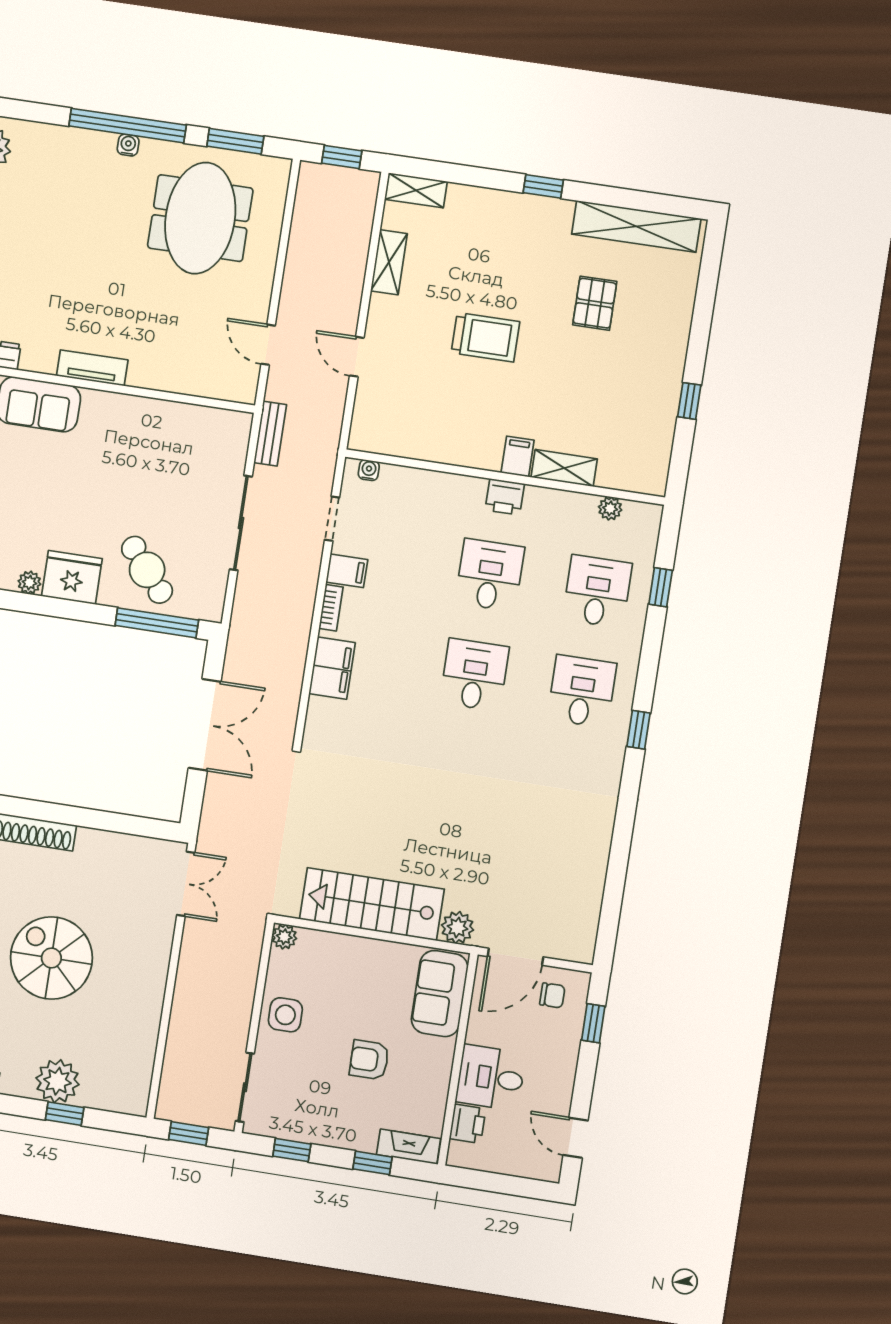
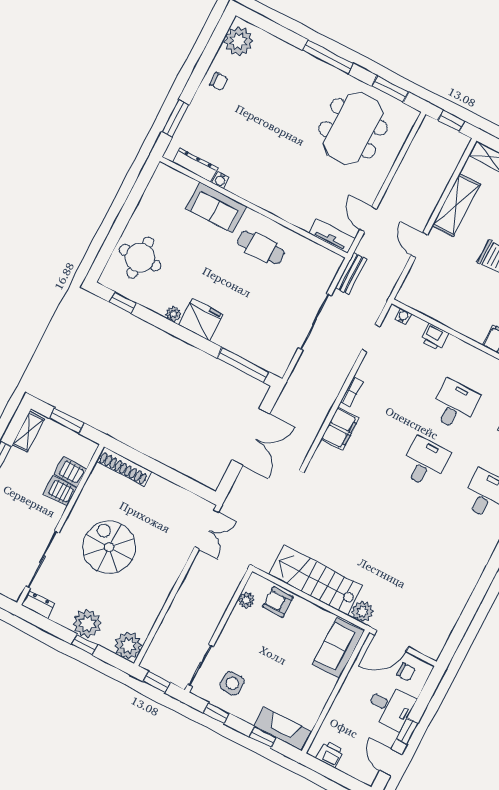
window: (127, 126) -> (328, 57), width x0.68
water cooler: (128, 145) -> (220, 180), moved, turned 180
shelving: (389, 262) -> (456, 205), width x1.50, depth x1.33
tv unit: (92, 368) -> (332, 236), moved
printer: (505, 497) -> (435, 337), moved
cafe table: (147, 570) -> (261, 247), moved, turned -50
filing cabinet: (347, 571) -> (369, 373), removed
plant: (284, 937) -> (246, 600), moved
side table: (285, 1015) -> (232, 683), moved
window: (593, 1023) -> (407, 731), moved
armchair: (369, 1060) -> (278, 602), moved
desk: (491, 1078) -> (390, 707), moved, turned 180
plant: (129, 1093) -> (128, 645), added
printer: (468, 1124) -> (330, 754), moved, turned -90
fireplace: (409, 1147) -> (283, 729), width x1.37, depth x1.32

